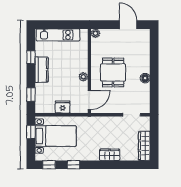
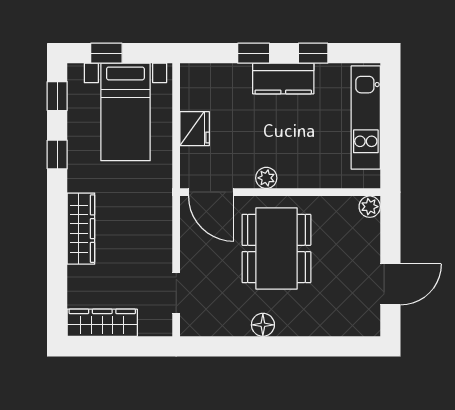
dining table: (113, 72) -> (276, 248), width x1.38
window: (31, 94) -> (254, 53), moved
window: (31, 132) -> (106, 53), moved
wardrobe: (110, 155) -> (81, 229), width x1.50

